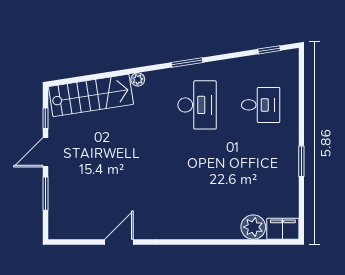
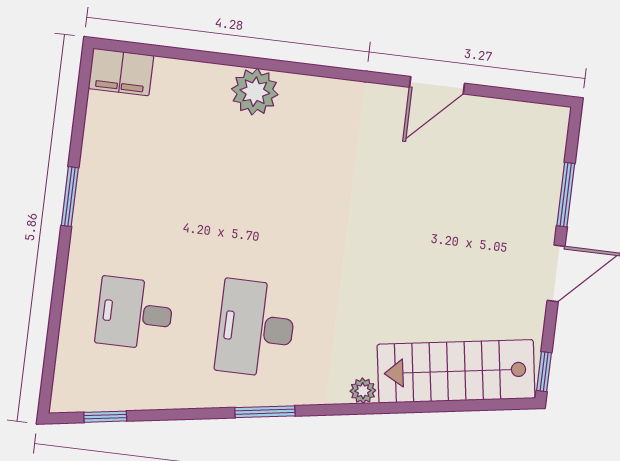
window: (45, 118) -> (544, 372), moved
plant: (253, 227) -> (255, 92), moved

